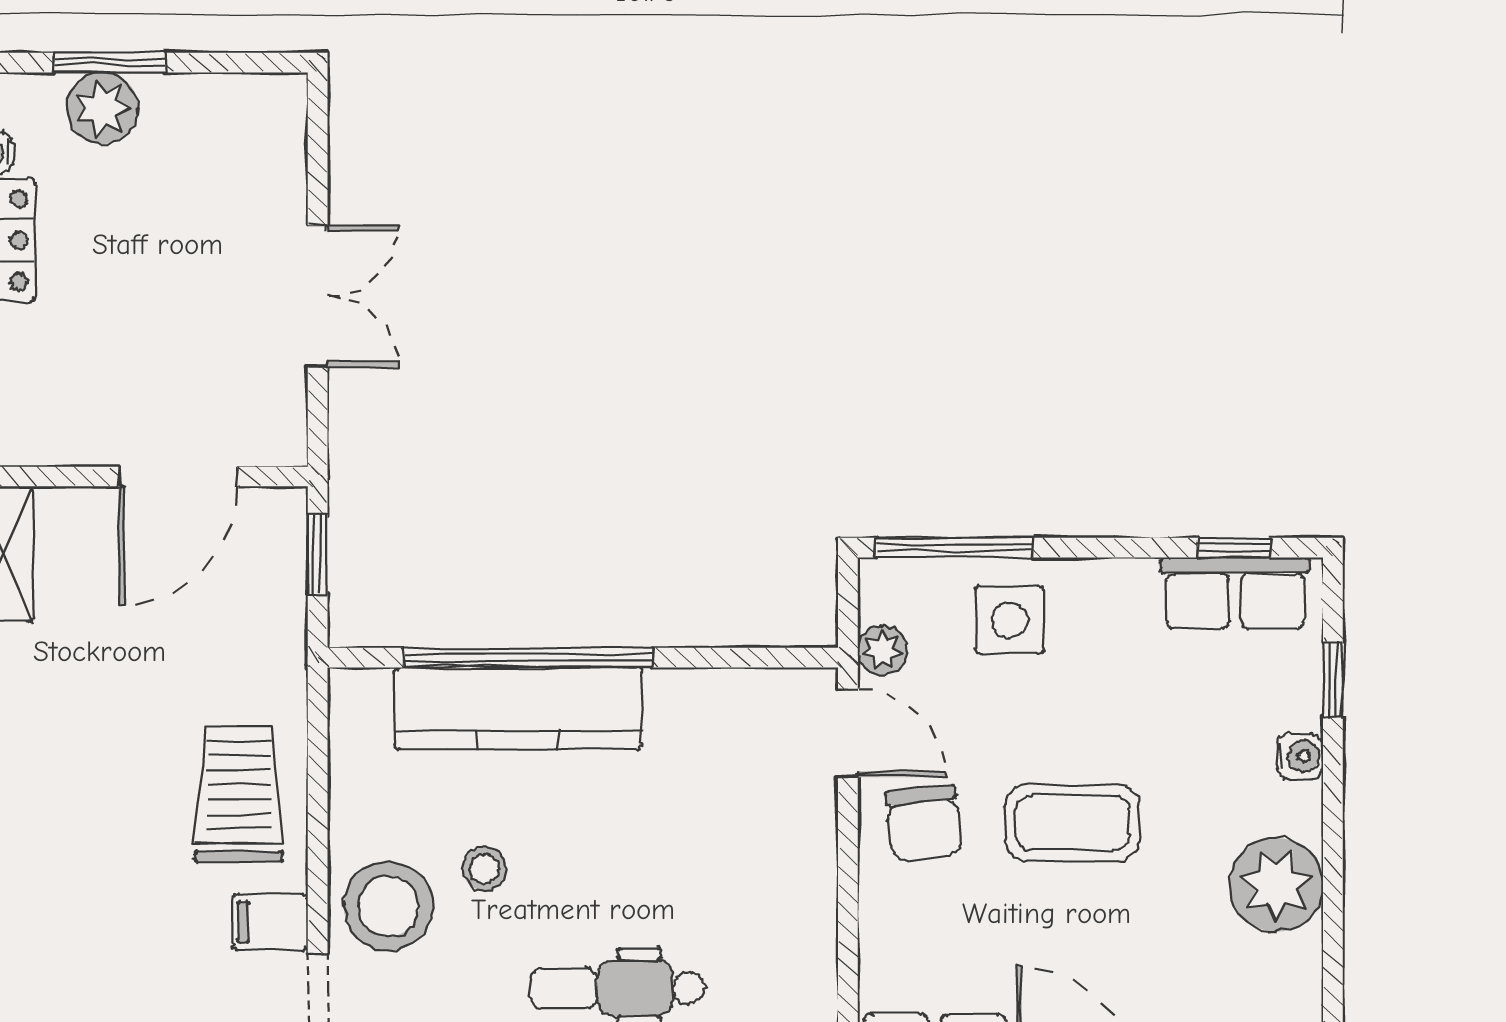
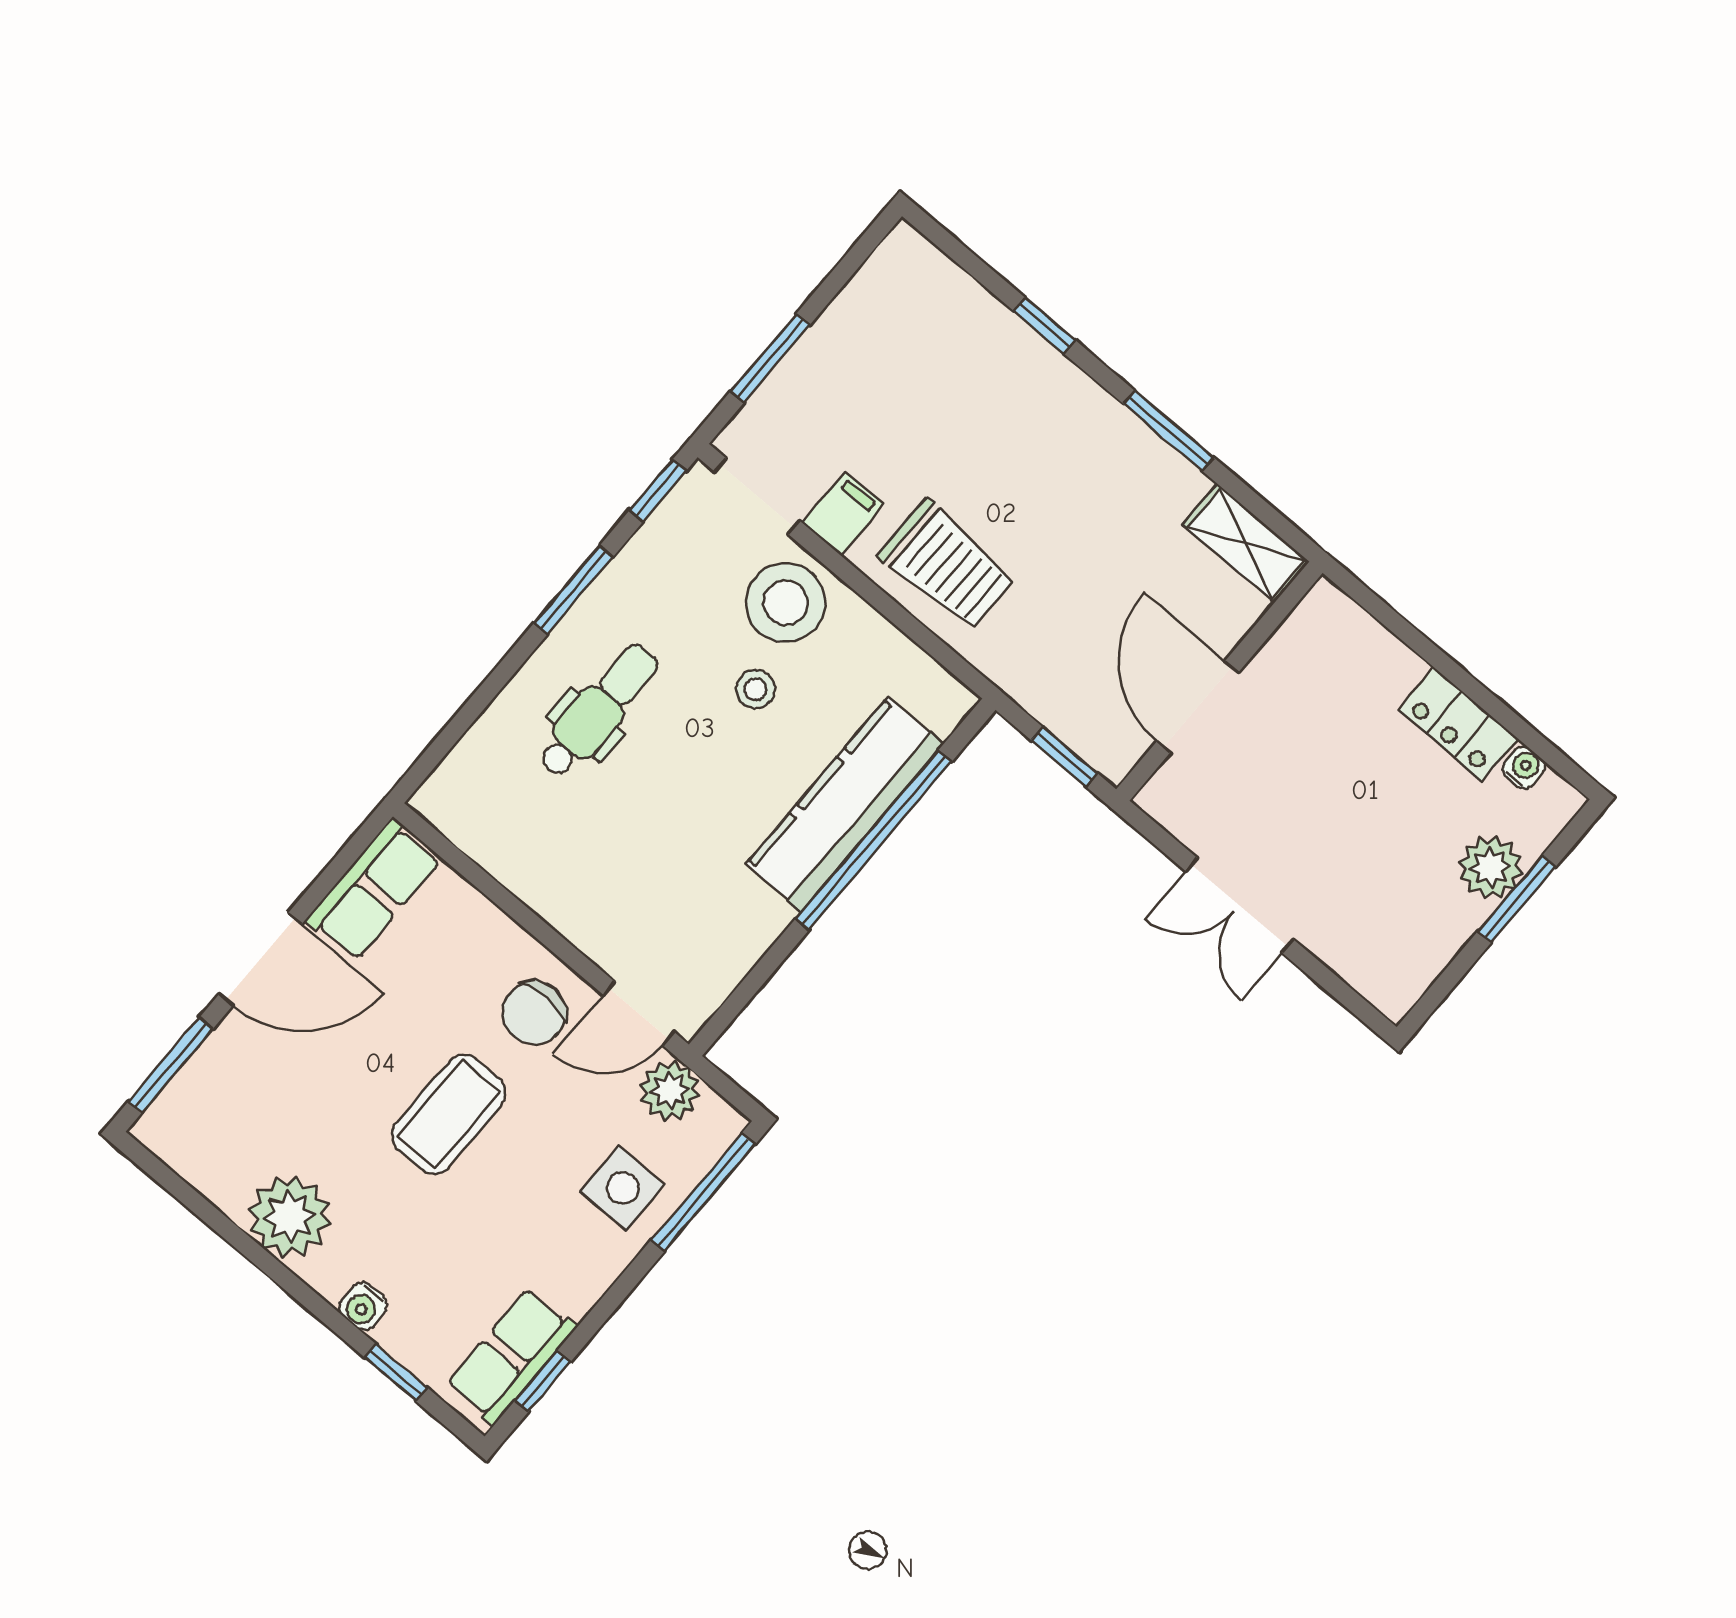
plant: (882, 650) -> (670, 1091), width x1.38, depth x1.38
chair: (924, 823) -> (534, 1013), turned -84

